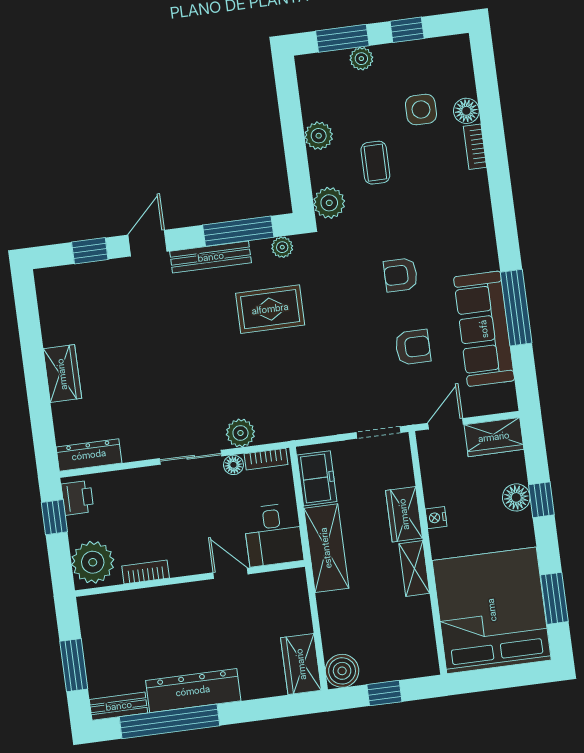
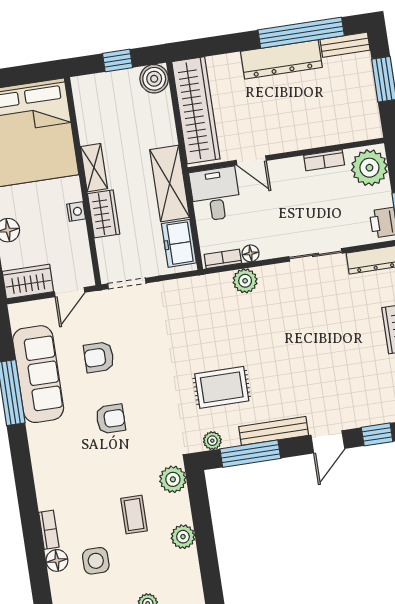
sliding door: (191, 457) -> (315, 255), moved
wardrobe: (301, 664) -> (196, 110), width x2.10, depth x1.17

